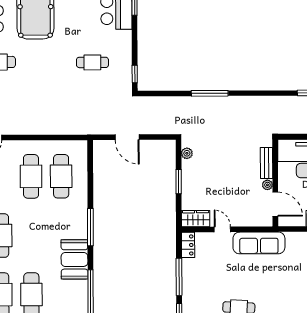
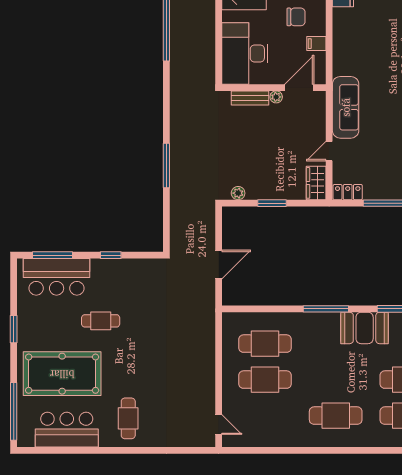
cafe table: (92, 62) -> (101, 321), moved, turned 90
window: (135, 74) -> (111, 255), moved

